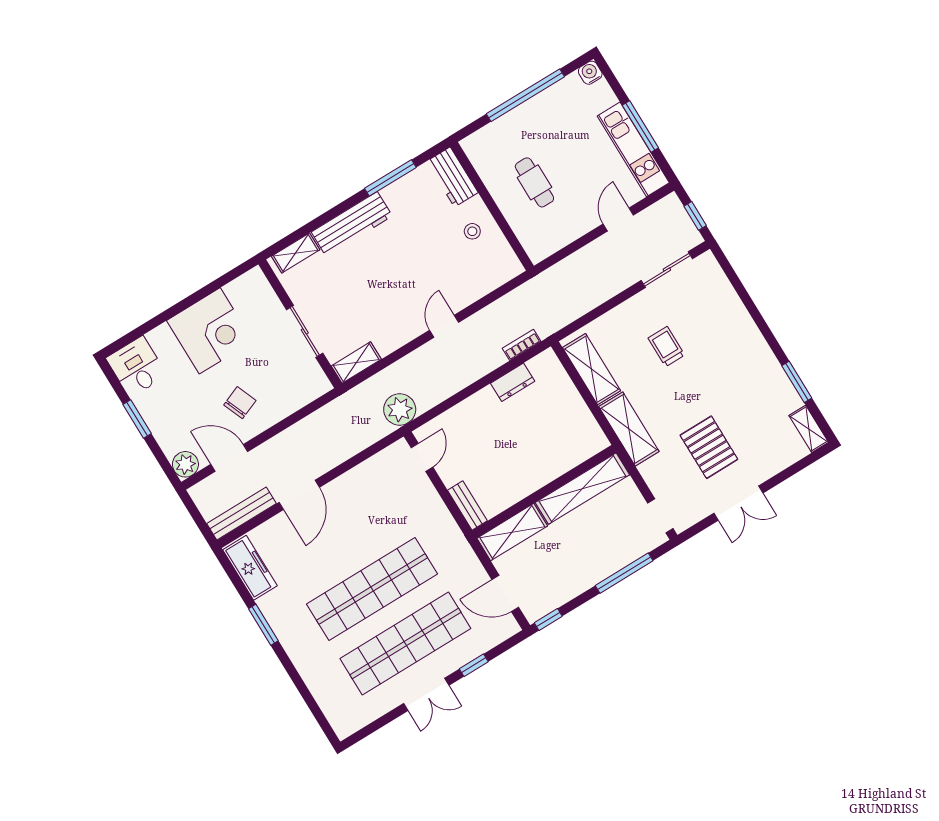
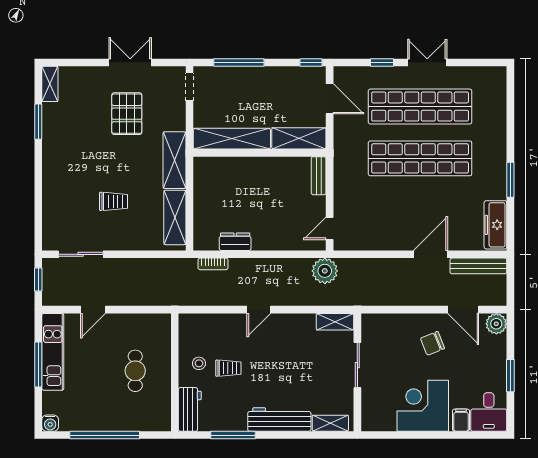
trolley: (438, 245) -> (228, 368), added
filing cabinet: (160, 340) -> (461, 420), added
trolley: (666, 347) -> (114, 201), turned -90

